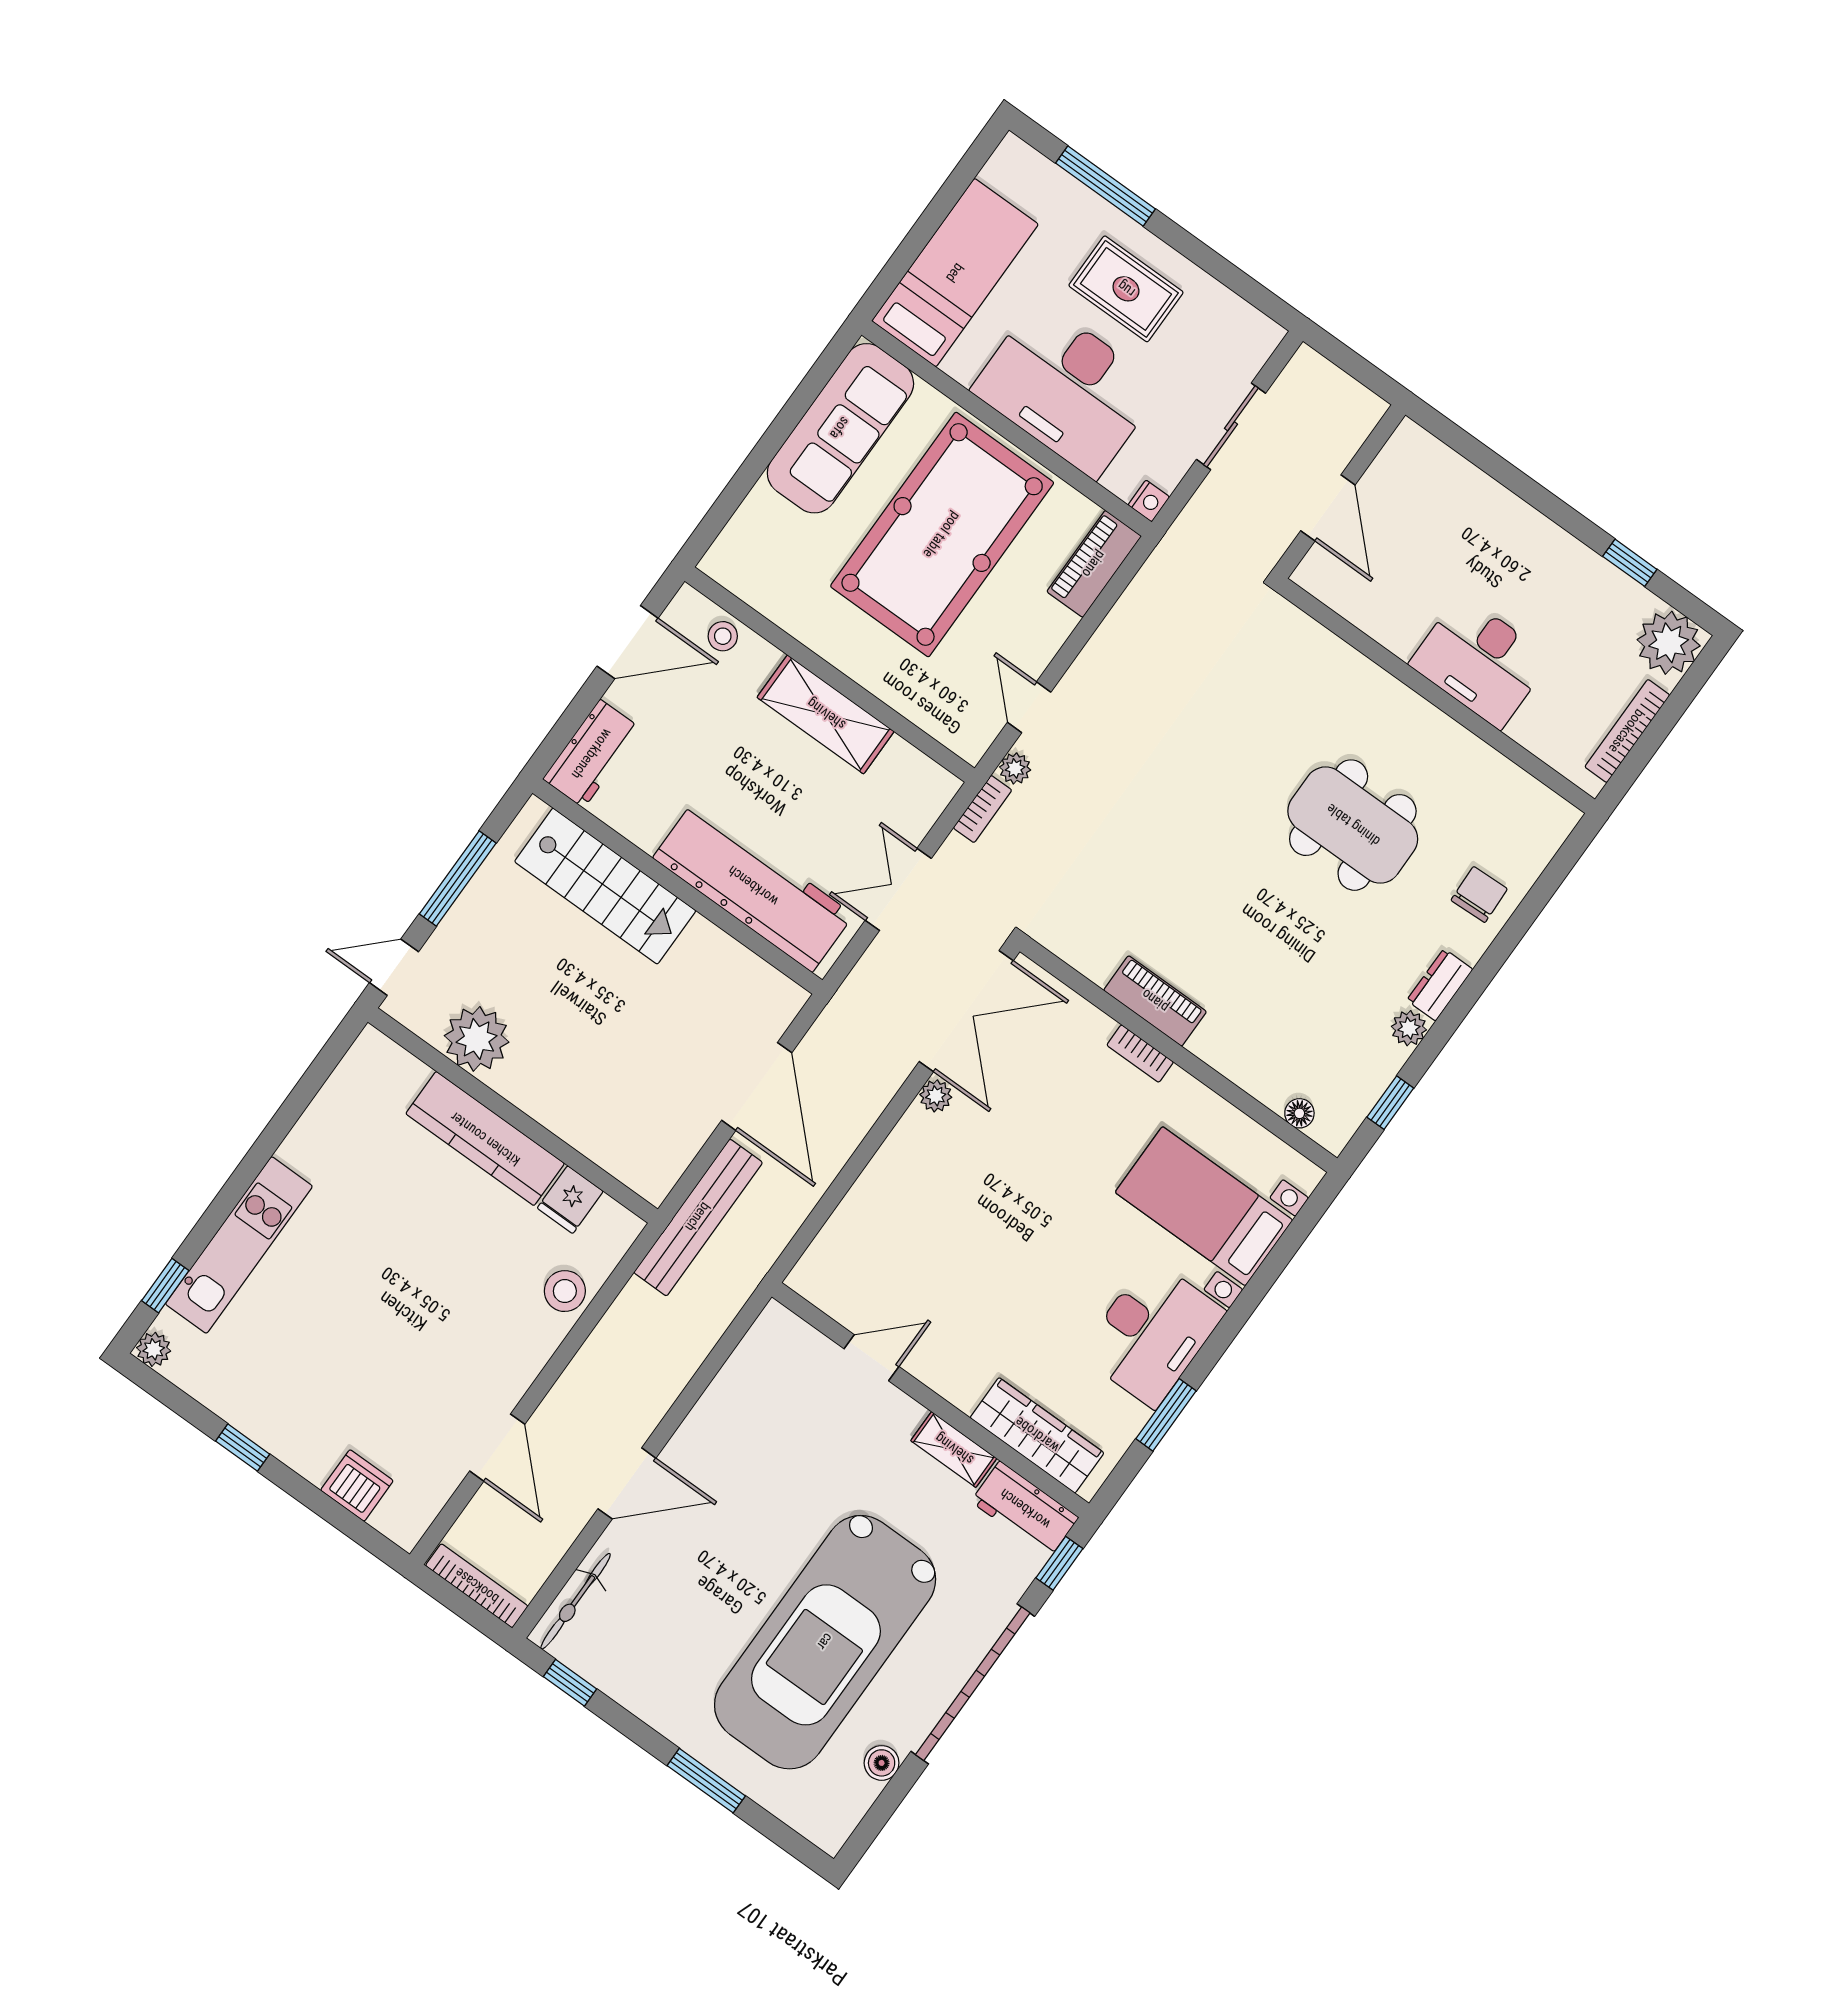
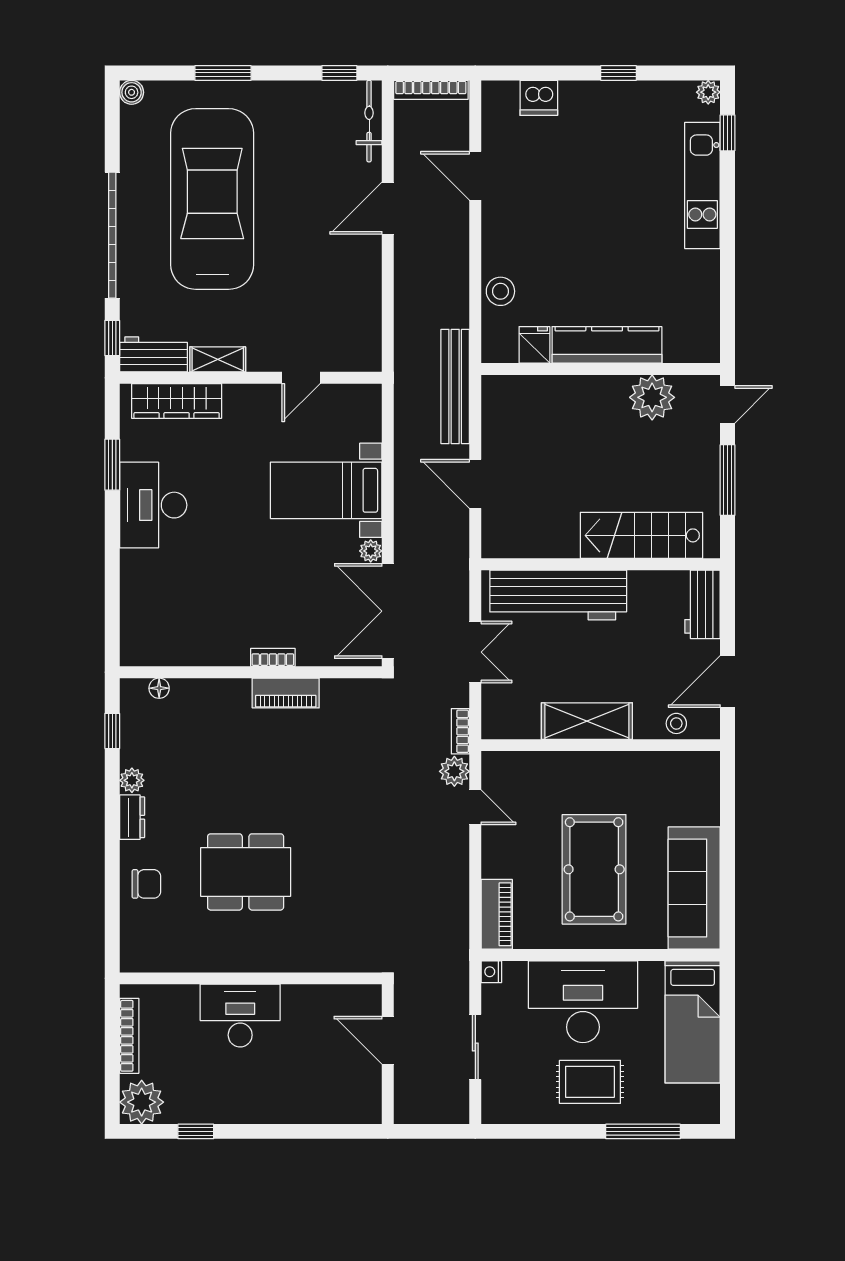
pool table: (942, 535) -> (594, 869), width x0.73, depth x0.76
plant: (1015, 768) -> (454, 771), width x1.38, depth x1.38
chair: (1479, 894) -> (146, 884), turned -88
door: (757, 1086) -> (475, 484), width x0.73
bed with nightstands: (1204, 1206) -> (326, 490), moved, turned 180
boiler: (882, 1763) -> (132, 92), moved

